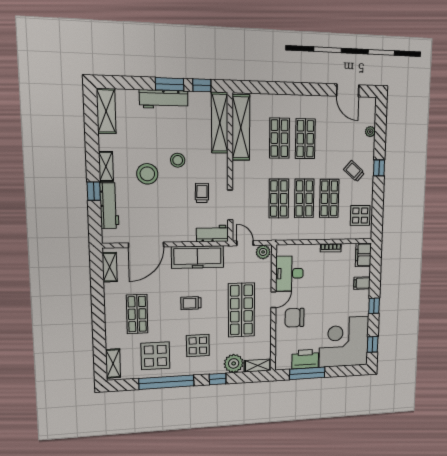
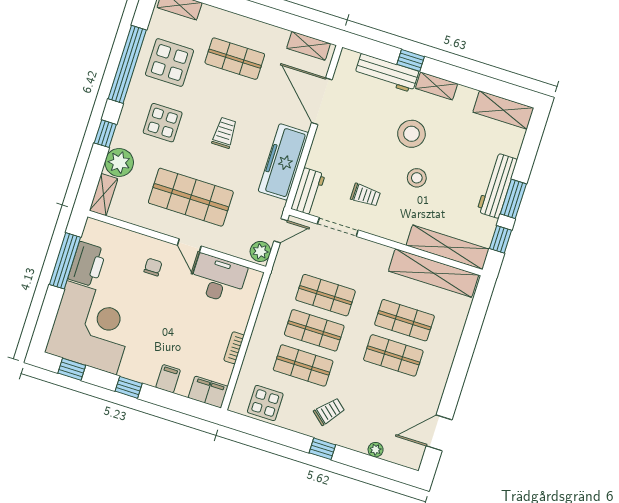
chair: (294, 318) -> (153, 267), width x0.54, depth x0.54

